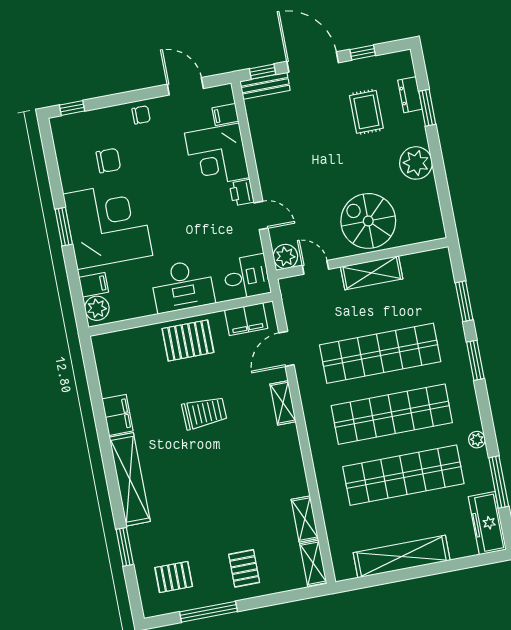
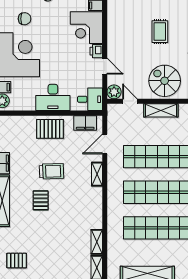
rug: (366, 112) -> (160, 32), moved
pallet: (244, 568) -> (41, 200), moved

